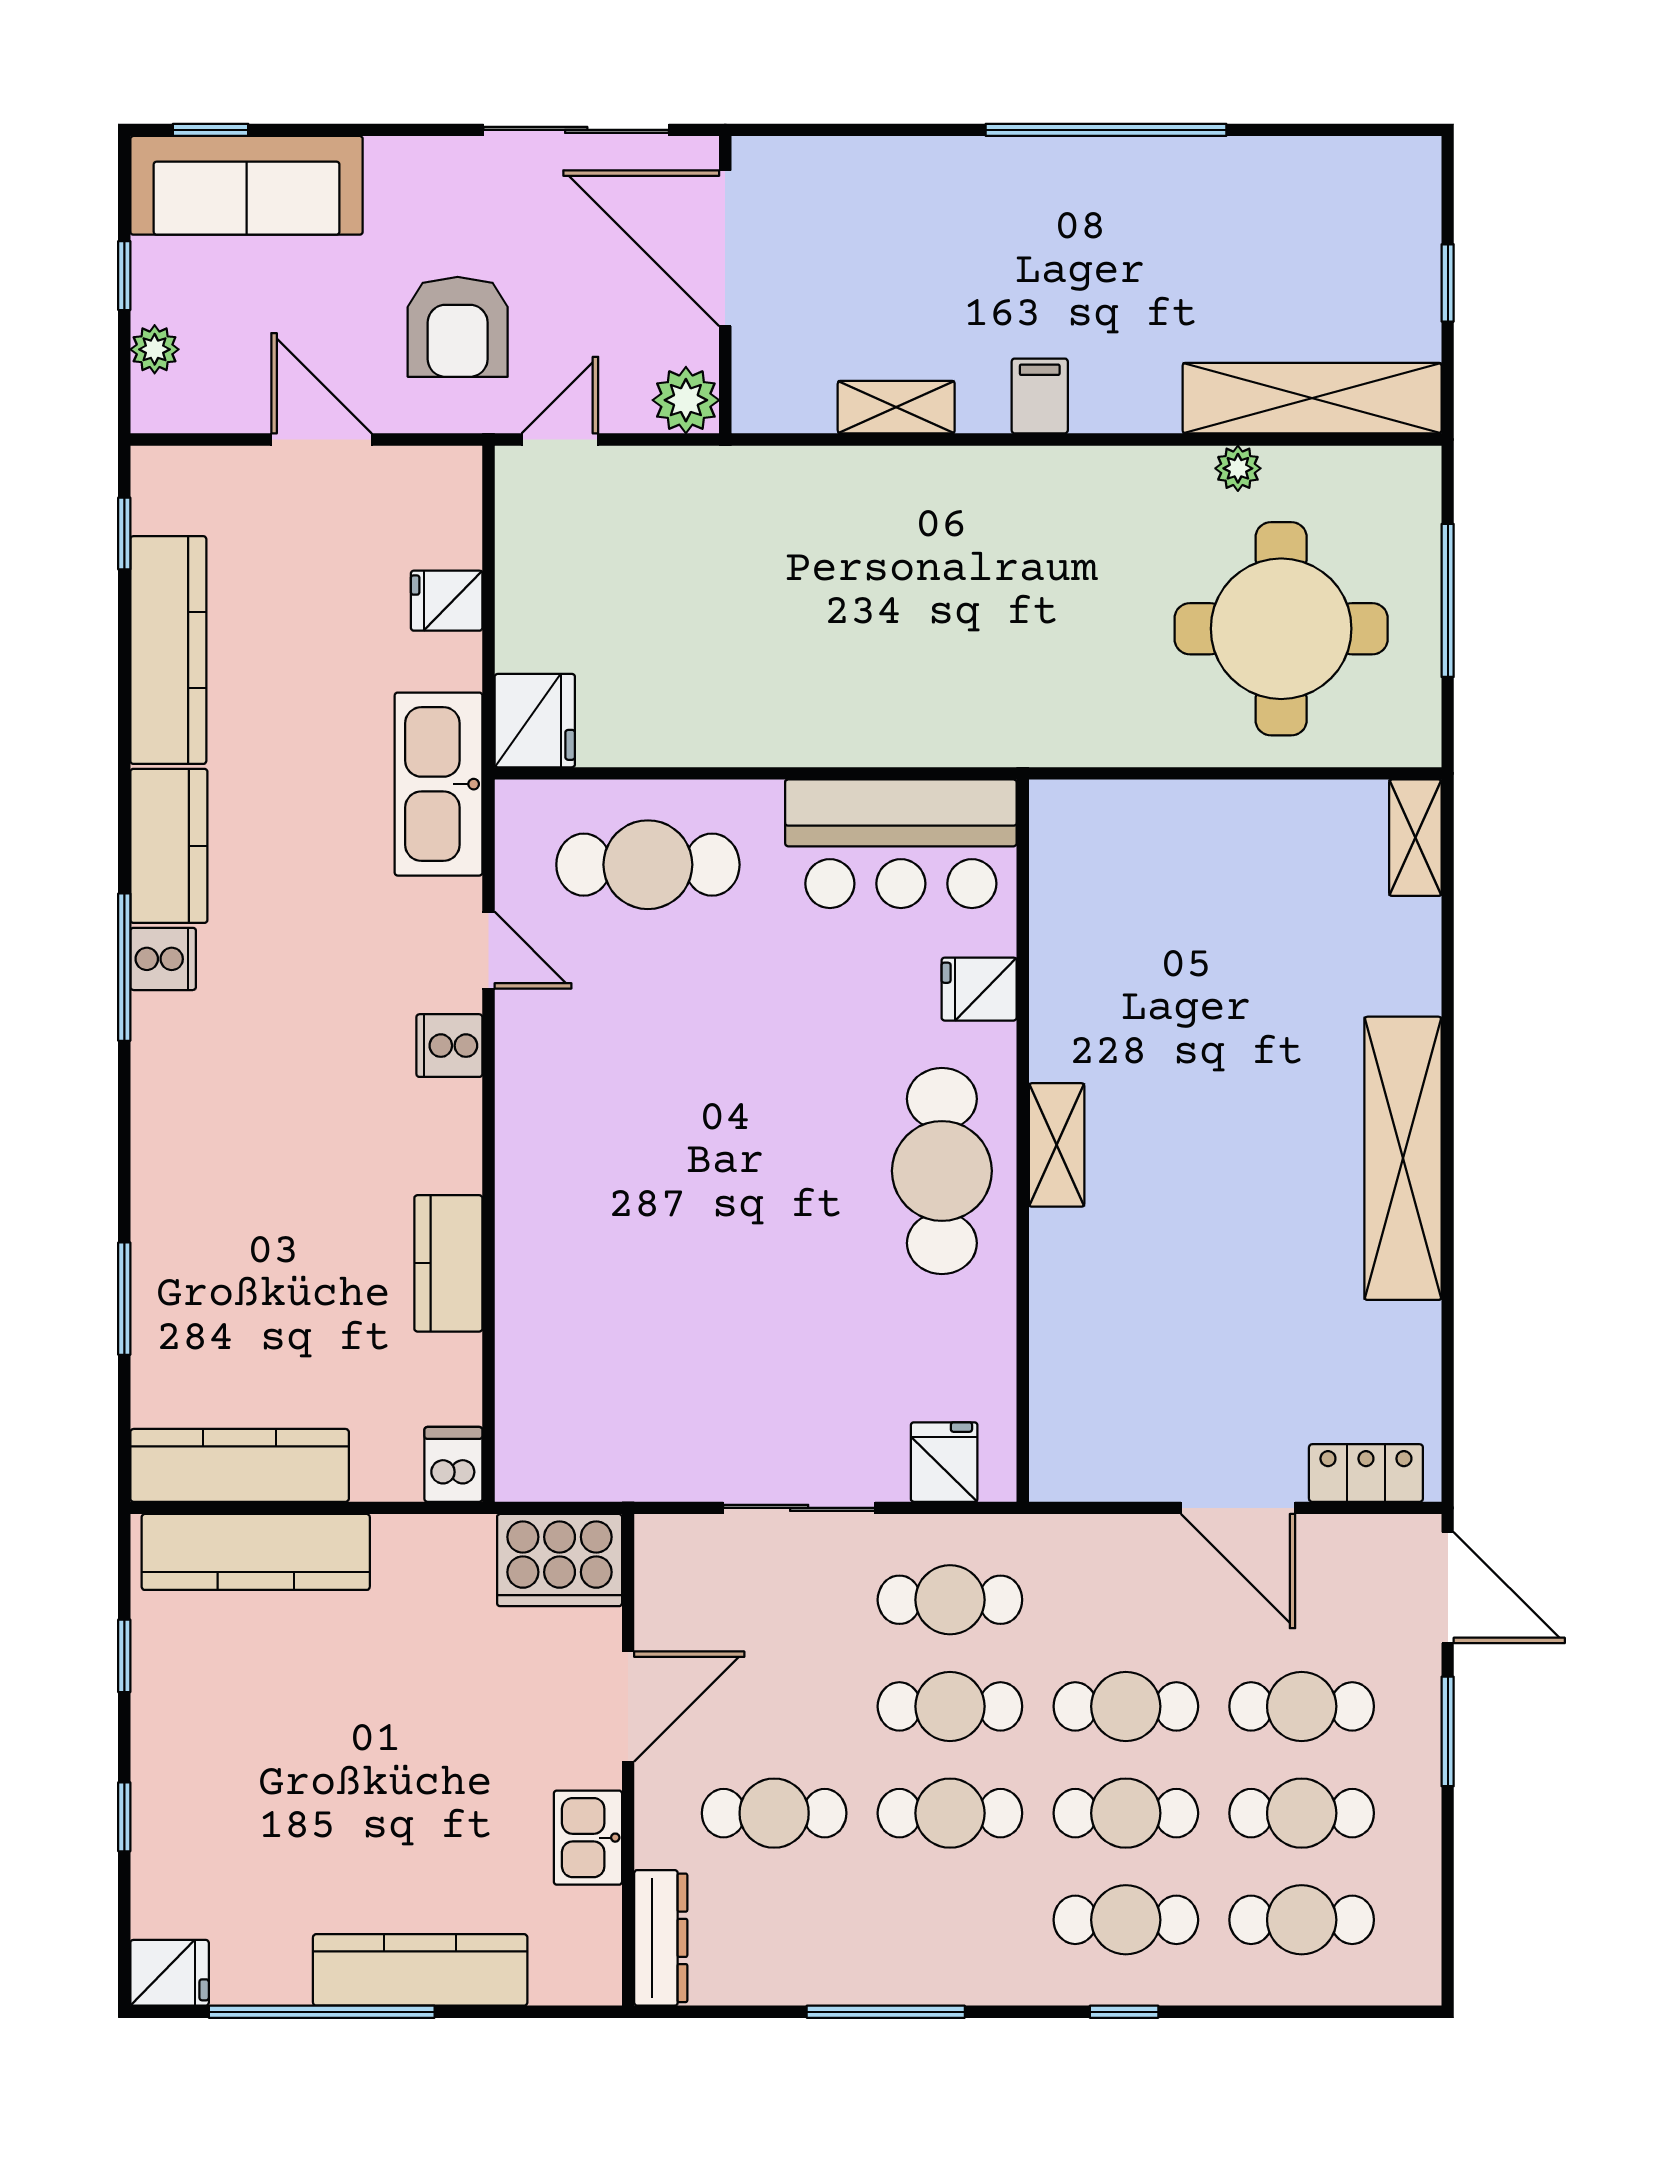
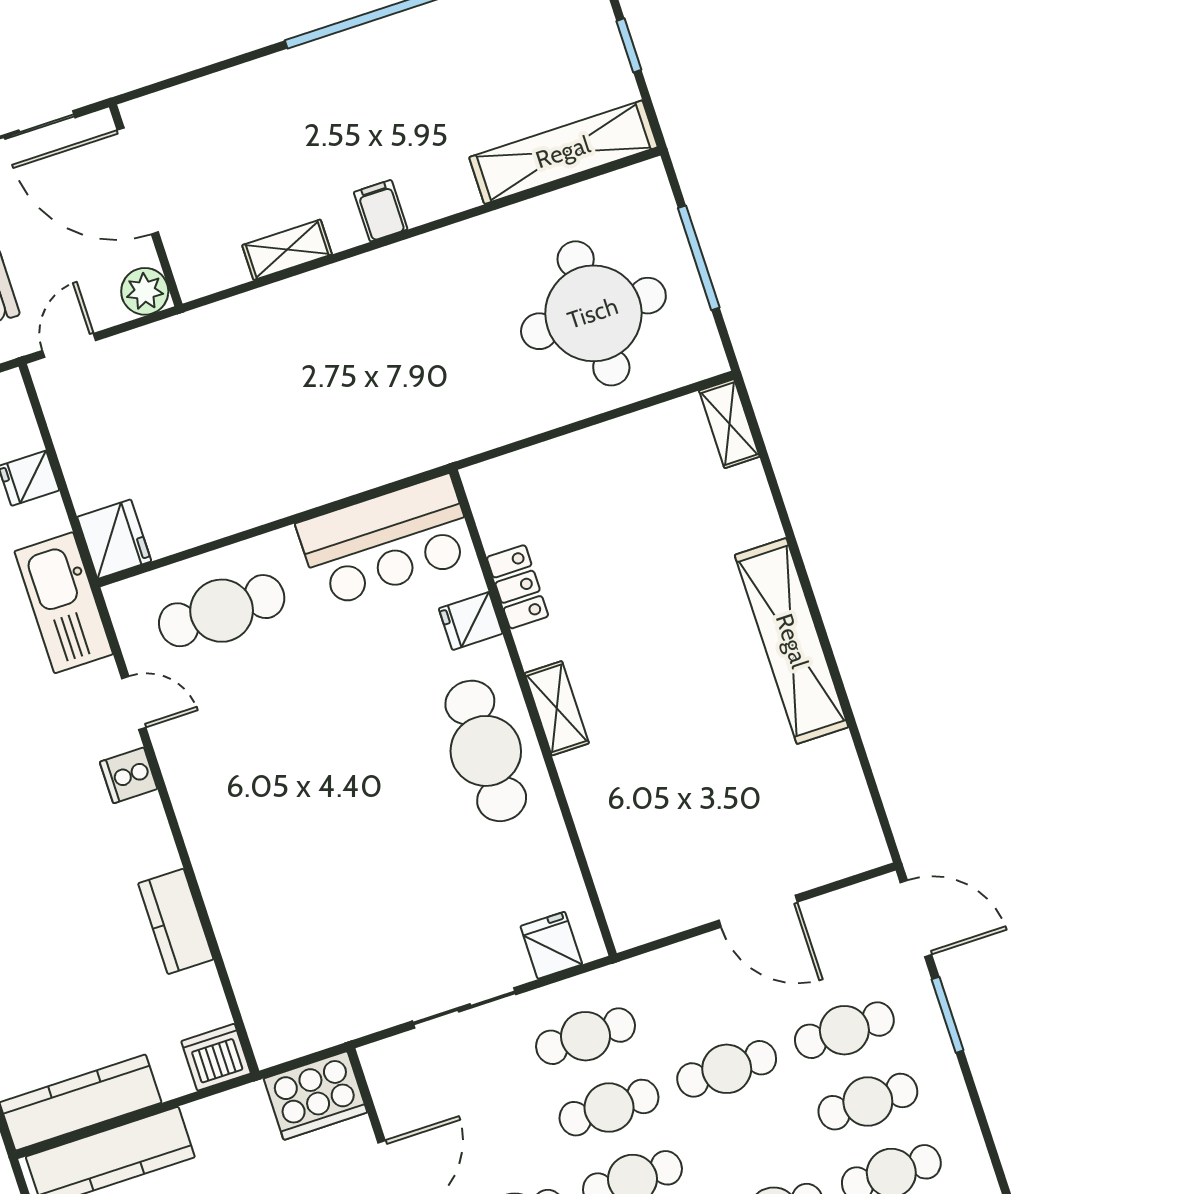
plant: (1238, 468) -> (529, 216), removed
dishwasher: (453, 1464) -> (216, 1057), width x1.38
locker: (1366, 1473) -> (518, 587), moved, turned 90
cafe table: (1126, 1813) -> (750, 1140), removed

